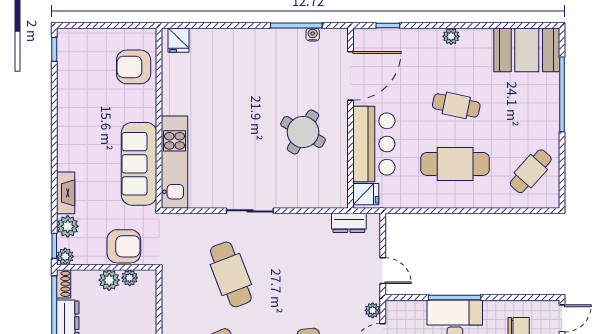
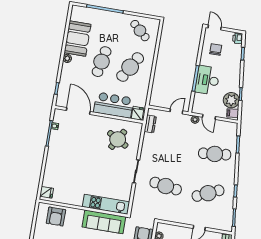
booth: (527, 50) -> (77, 39), moved
cafe table: (456, 105) -> (102, 62), width x1.37, depth x1.35
round table: (303, 132) -> (118, 139), moved
cafe table: (455, 164) -> (130, 67), turned 31
cafe table: (231, 274) -> (166, 186), turned 30

